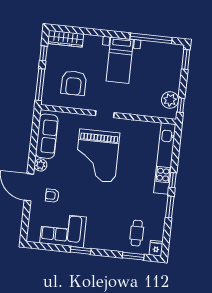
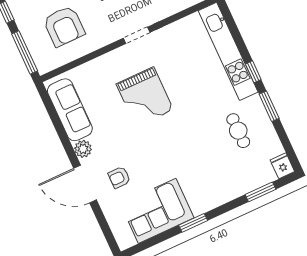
doorway: (105, 114) -> (137, 35), moved
grand piano: (97, 156) -> (145, 97), width x0.73, depth x0.68
cafe table: (137, 233) -> (238, 131), moved

